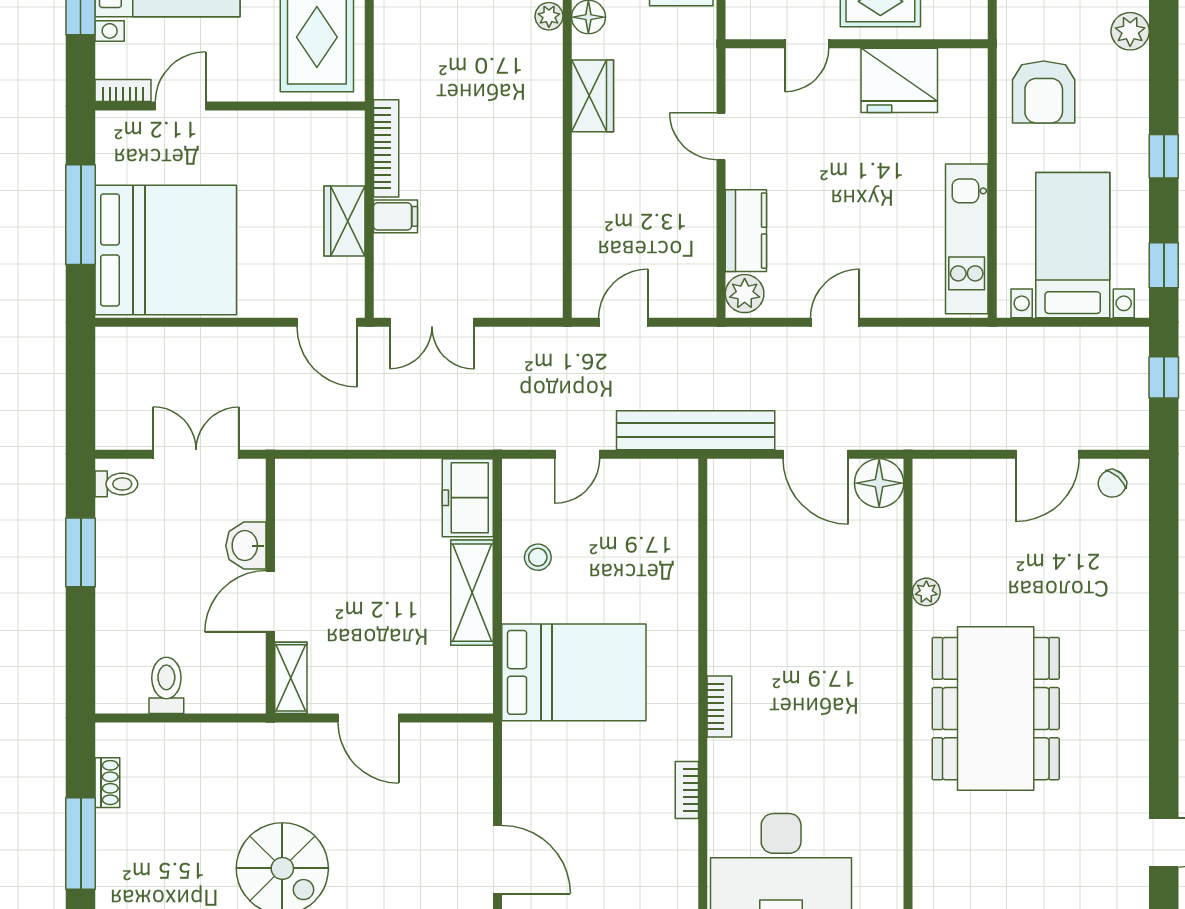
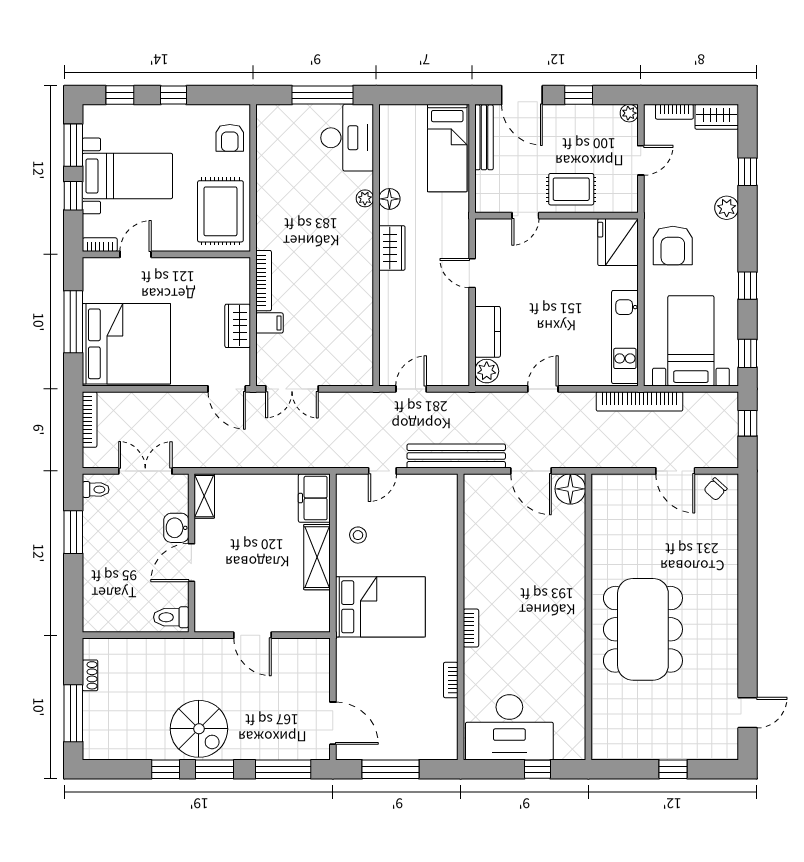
fridge: (899, 80) -> (618, 242), moved, turned 90
bookcase: (990, 342) -> (640, 401), added
bookcase: (107, 371) -> (90, 419), added
door: (1048, 454) -> (675, 471), hinge flipped
plant: (926, 592) -> (600, 557), removed
shelving: (291, 678) -> (204, 496), moved
toilet: (166, 685) -> (171, 617), moved, turned -90

